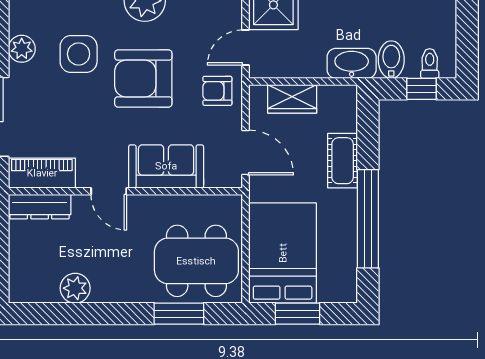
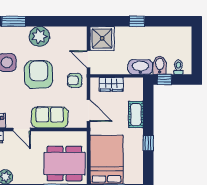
door: (246, 48) -> (89, 59), hinge flipped
armchair: (143, 79) -> (39, 74), turned 90
window: (422, 89) -> (164, 79), moved
window: (368, 219) -> (148, 143), width x0.32

